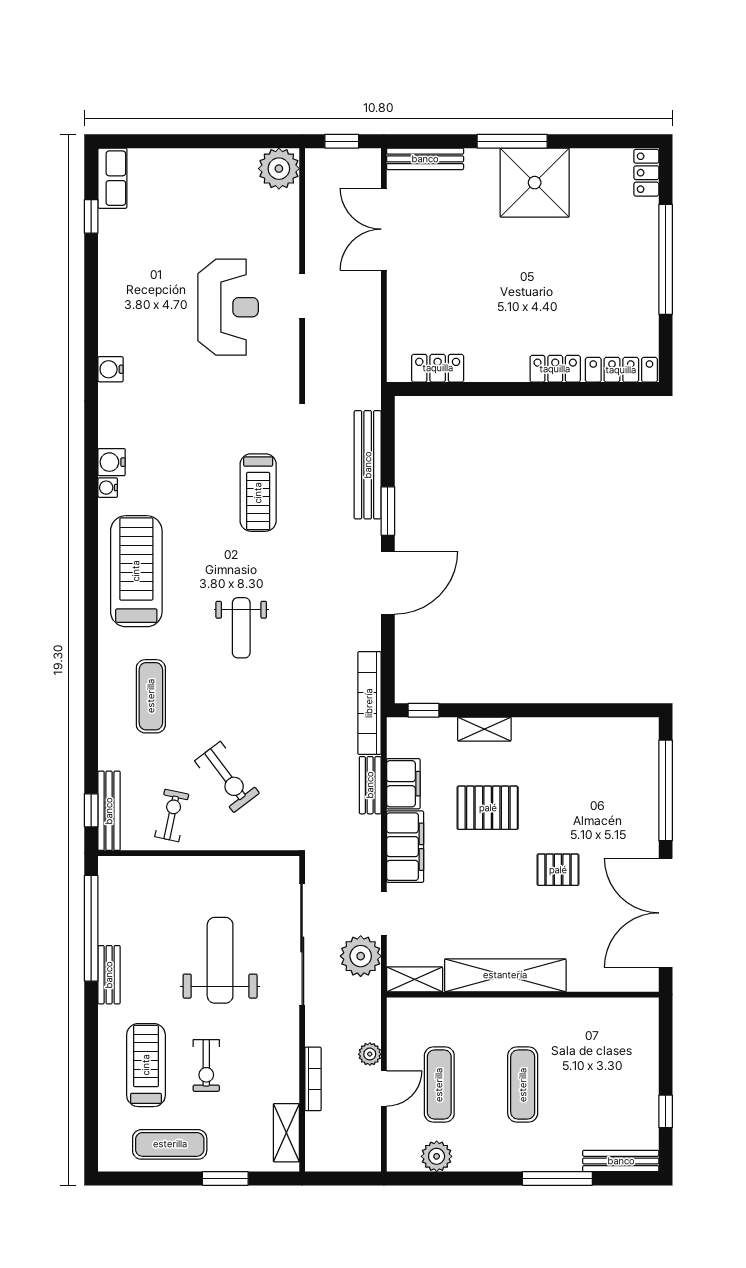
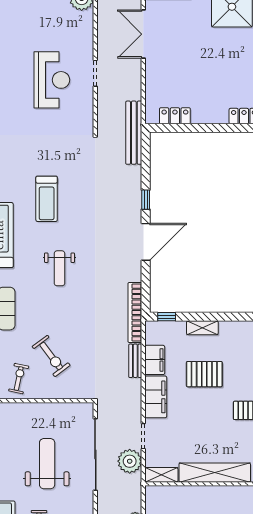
bench: (368, 465) -> (134, 133), moved
treadmill: (258, 493) -> (47, 199), moved
window: (388, 511) -> (146, 200), width x0.67

